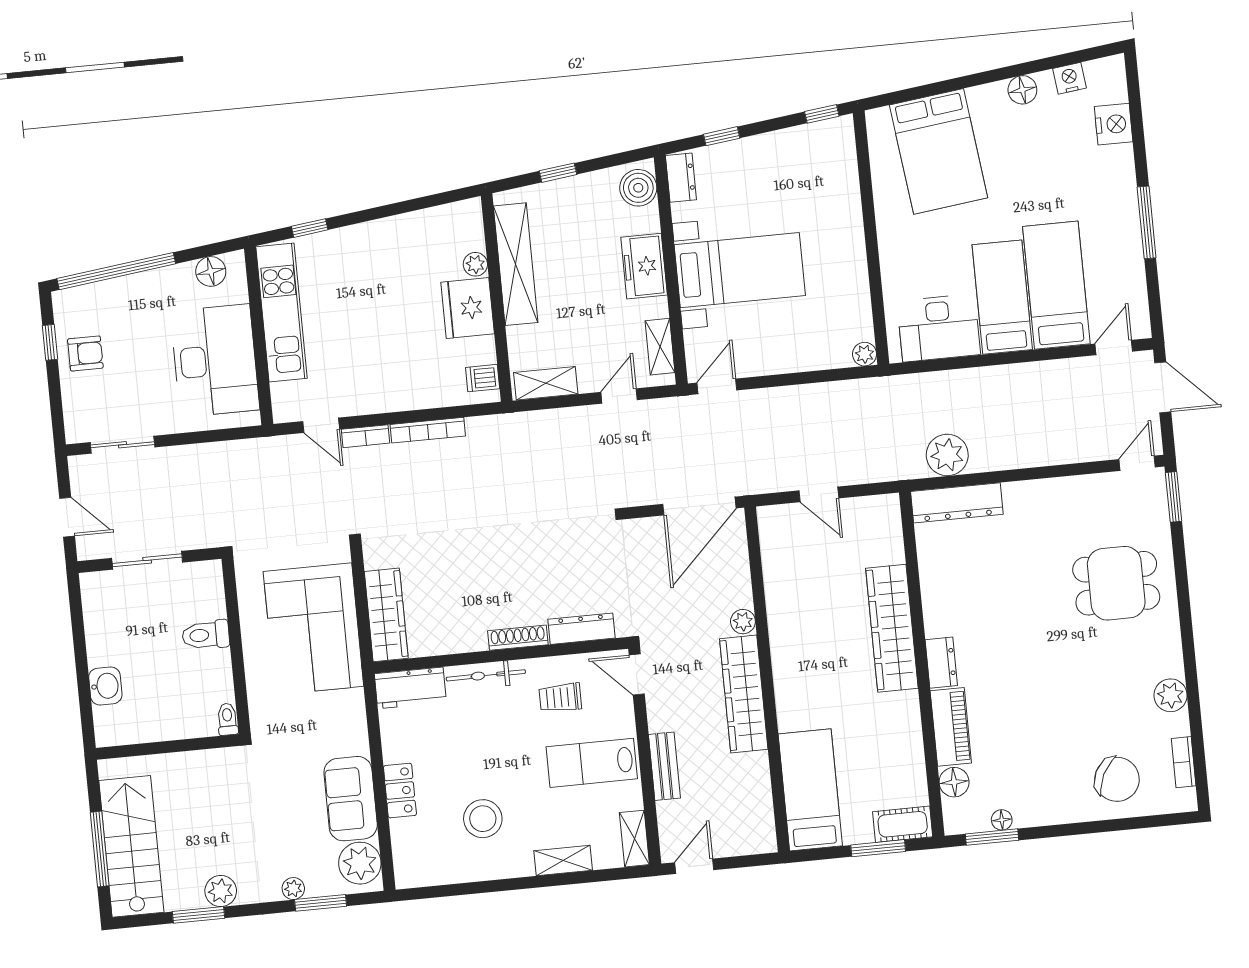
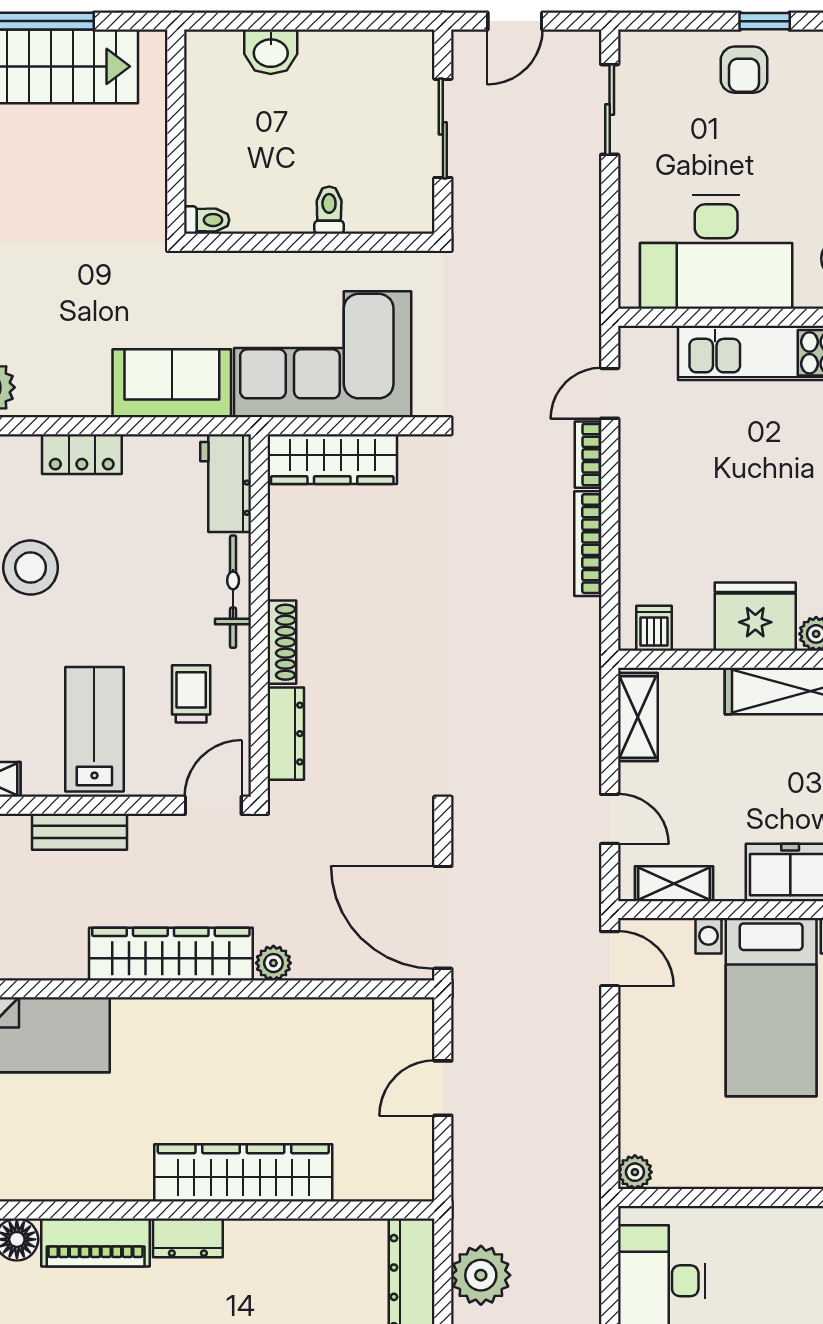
toilet: (206, 635) -> (329, 210), width x0.73, depth x0.72
sofa: (351, 799) -> (172, 383), moved

